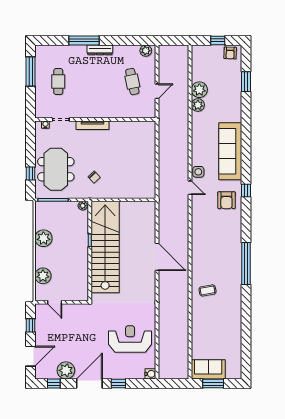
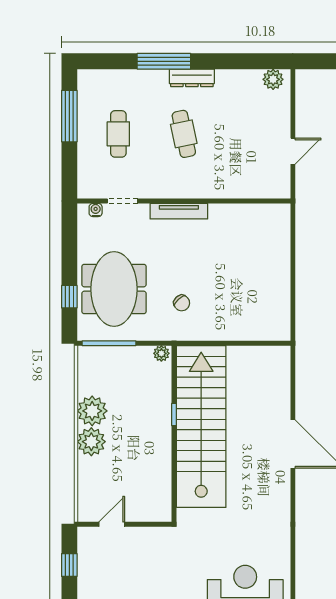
cafe table: (132, 82) -> (184, 134), moved
plant: (43, 276) -> (91, 442), moved
door: (55, 302) -> (112, 524), swing flipped

